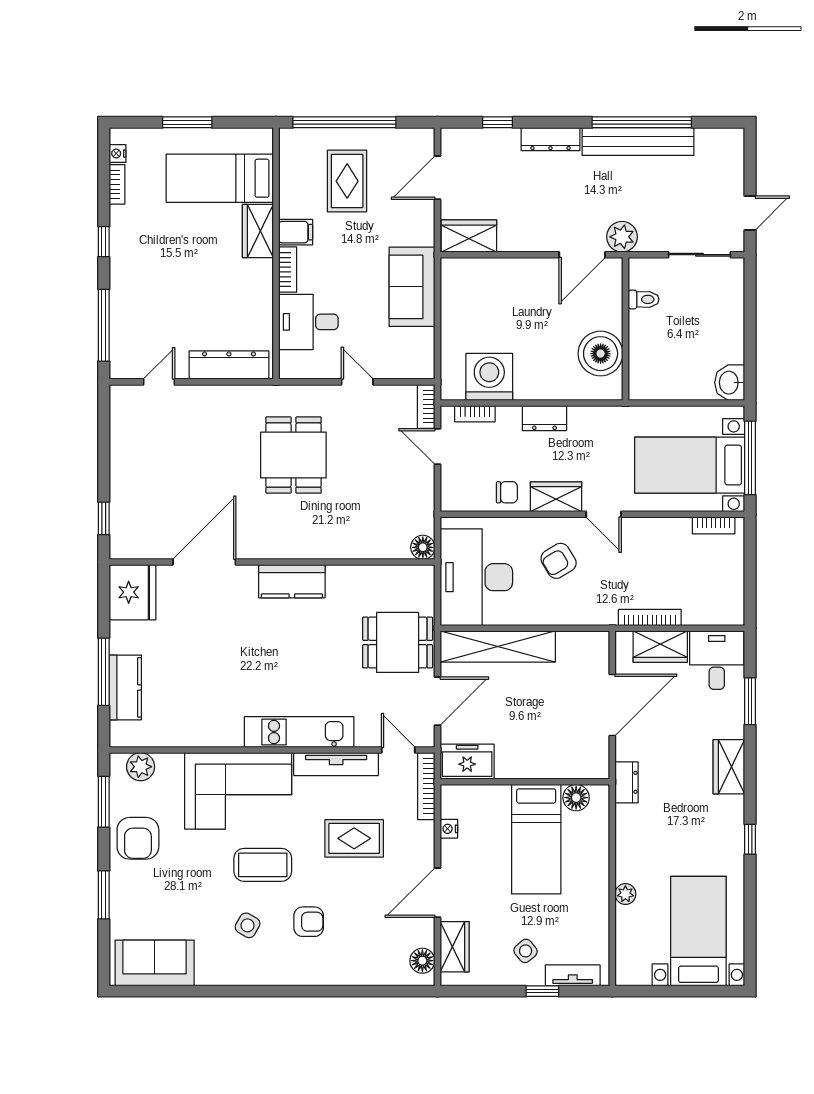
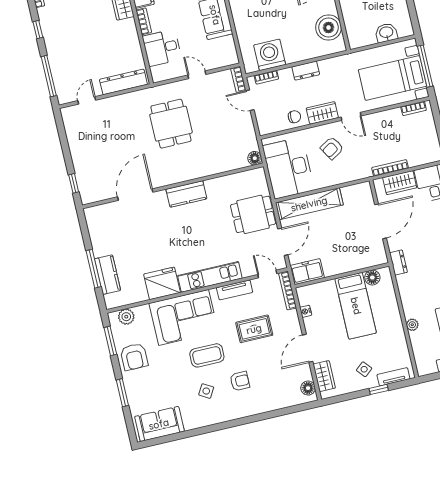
washbasin: (730, 383) -> (386, 33), moved, turned 90
fridge: (132, 592) -> (162, 283), moved, turned -90
tv unit: (336, 764) -> (235, 290), width x0.71

